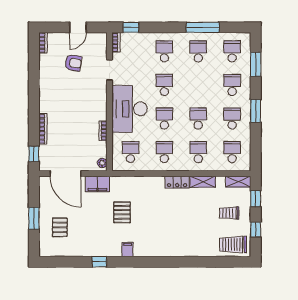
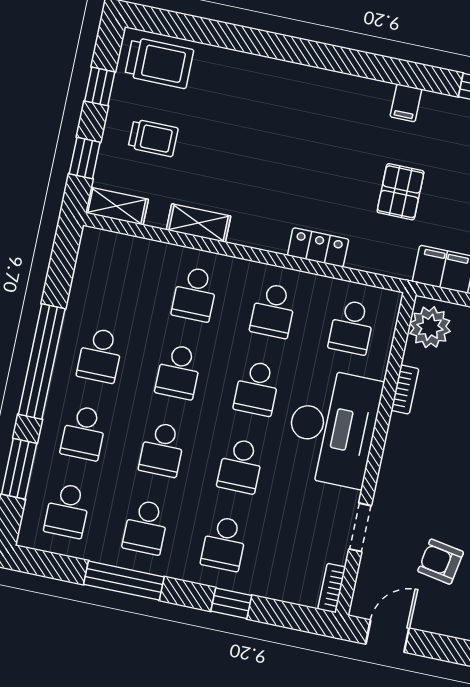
door: (78, 27) -> (387, 636), moved
window: (131, 27) -> (231, 603), moved
window: (256, 111) -> (42, 362), width x2.11
school desk: (232, 152) -> (162, 449), moved
plant: (102, 163) -> (430, 327), width x1.88, depth x1.88
locker: (177, 182) -> (318, 247), moved

